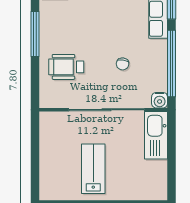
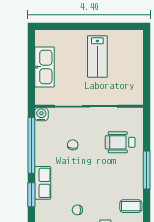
wheelchair: (66, 67) -> (120, 142), turned 180
kitchen sink: (156, 135) -> (44, 67), moved

